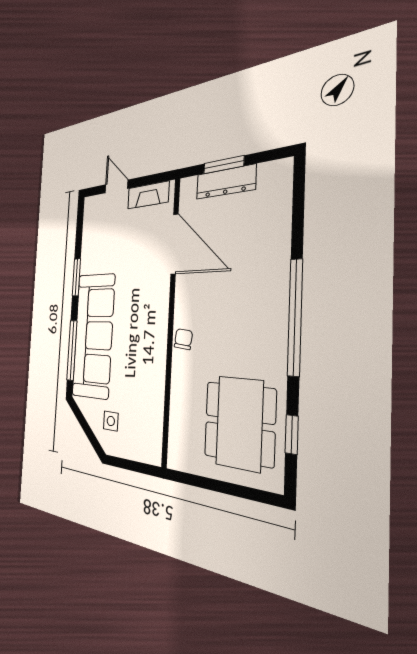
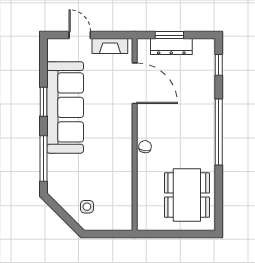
sofa: (93, 335) -> (65, 107), moved
window: (292, 435) -> (219, 65), moved

